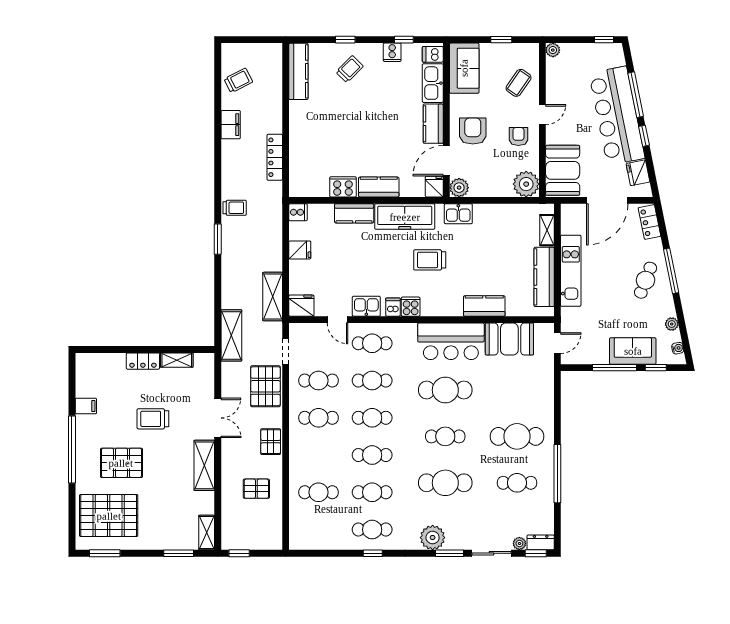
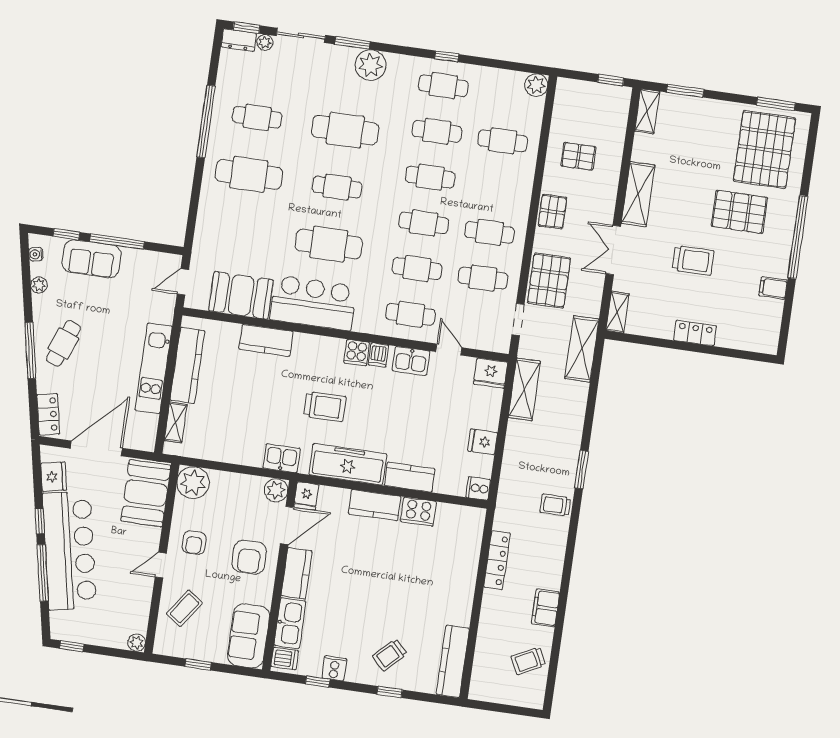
shelving: (177, 360) -> (617, 312), moved, turned 90
pallet: (109, 516) -> (764, 149), turned 90
plant: (298, 541) -> (536, 85), added

